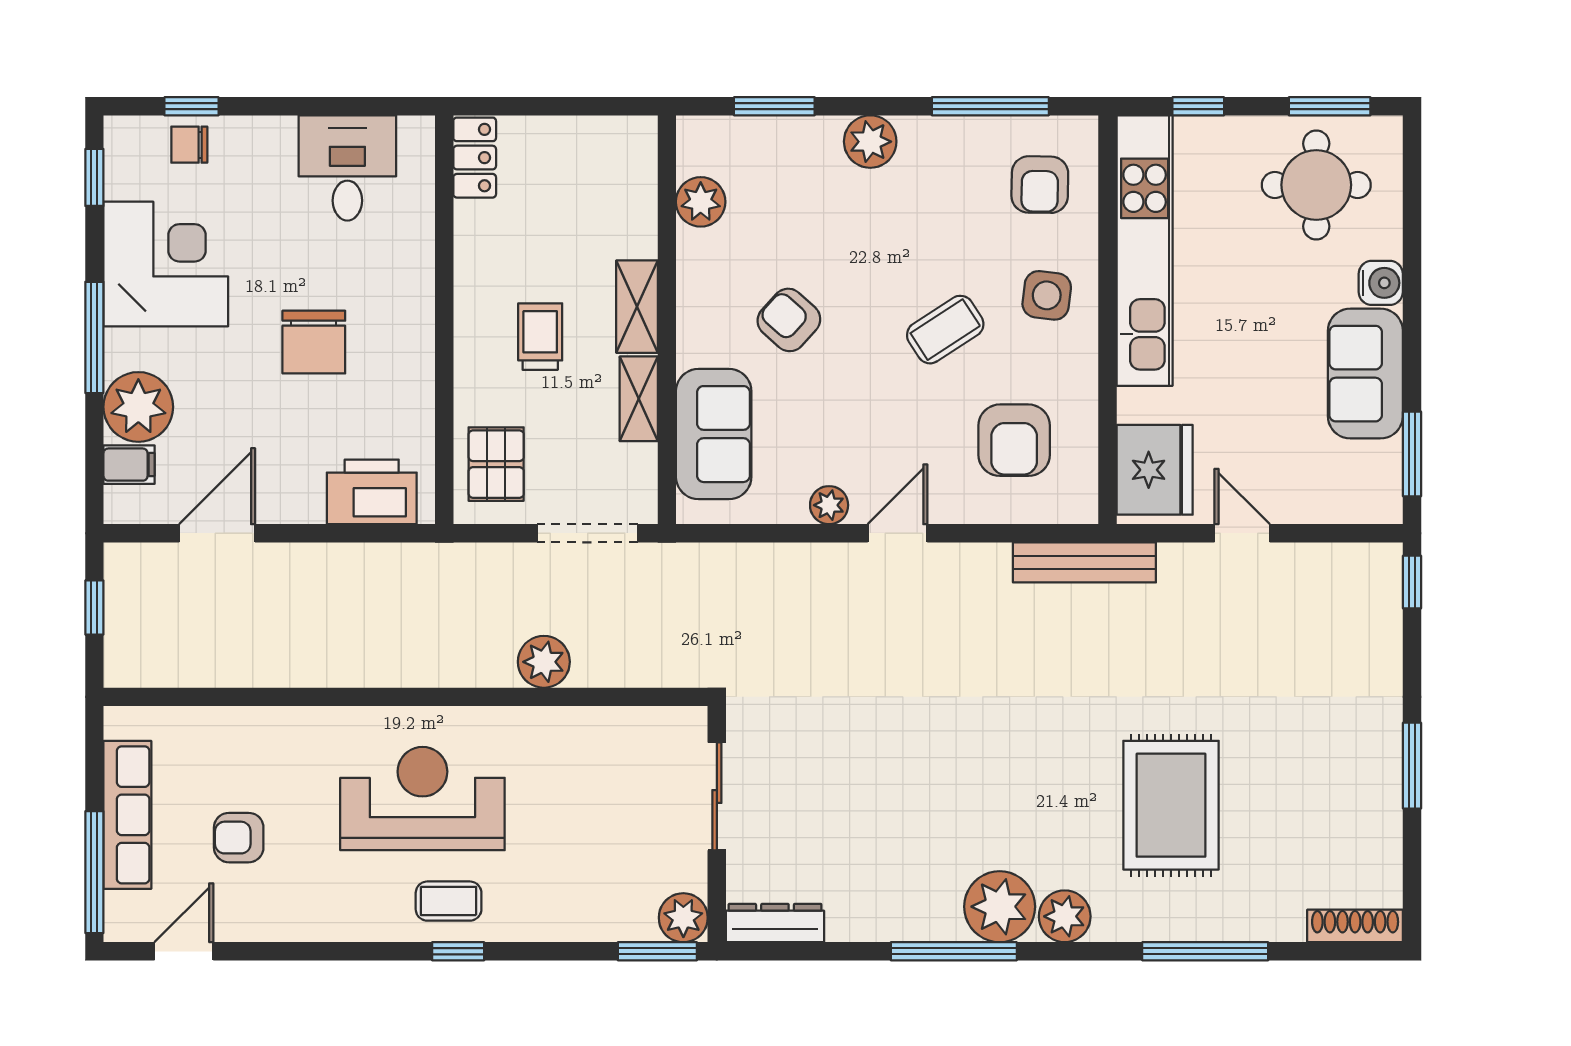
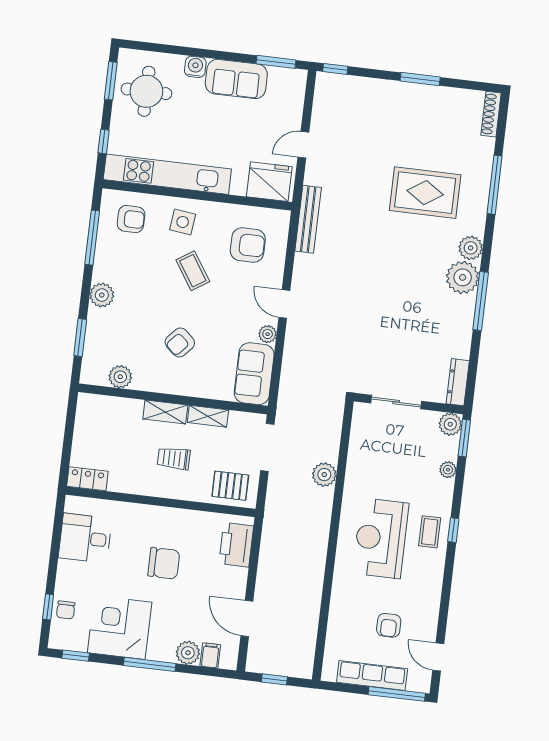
plant: (138, 407) -> (188, 653), width x0.73, depth x0.73
sofa: (714, 434) -> (254, 374), moved, turned -90
plant: (586, 924) -> (448, 470), added

